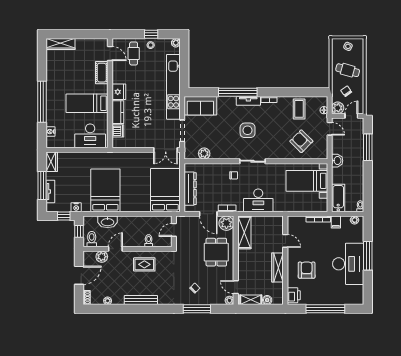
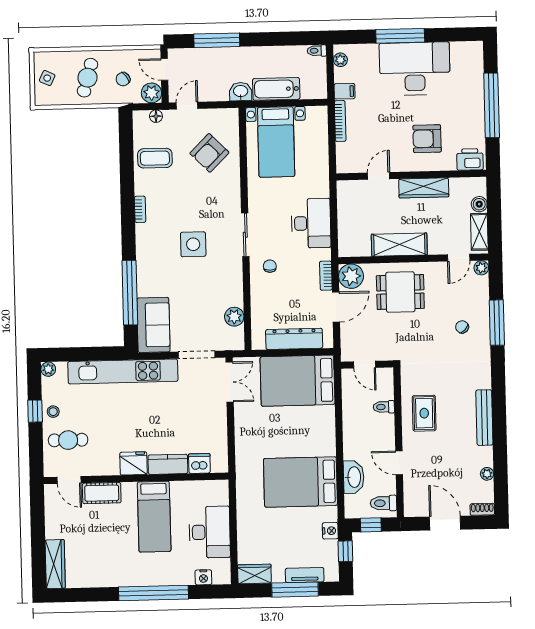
door: (110, 53) -> (69, 480), swing flipped
window: (238, 92) -> (130, 293), moved
tv unit: (248, 101) -> (143, 244), removed
desk: (90, 136) -> (210, 532), moved
bathtub: (338, 198) -> (276, 89), moved
shelving: (244, 232) -> (399, 245), moved
plant: (102, 257) -> (413, 485), removed

